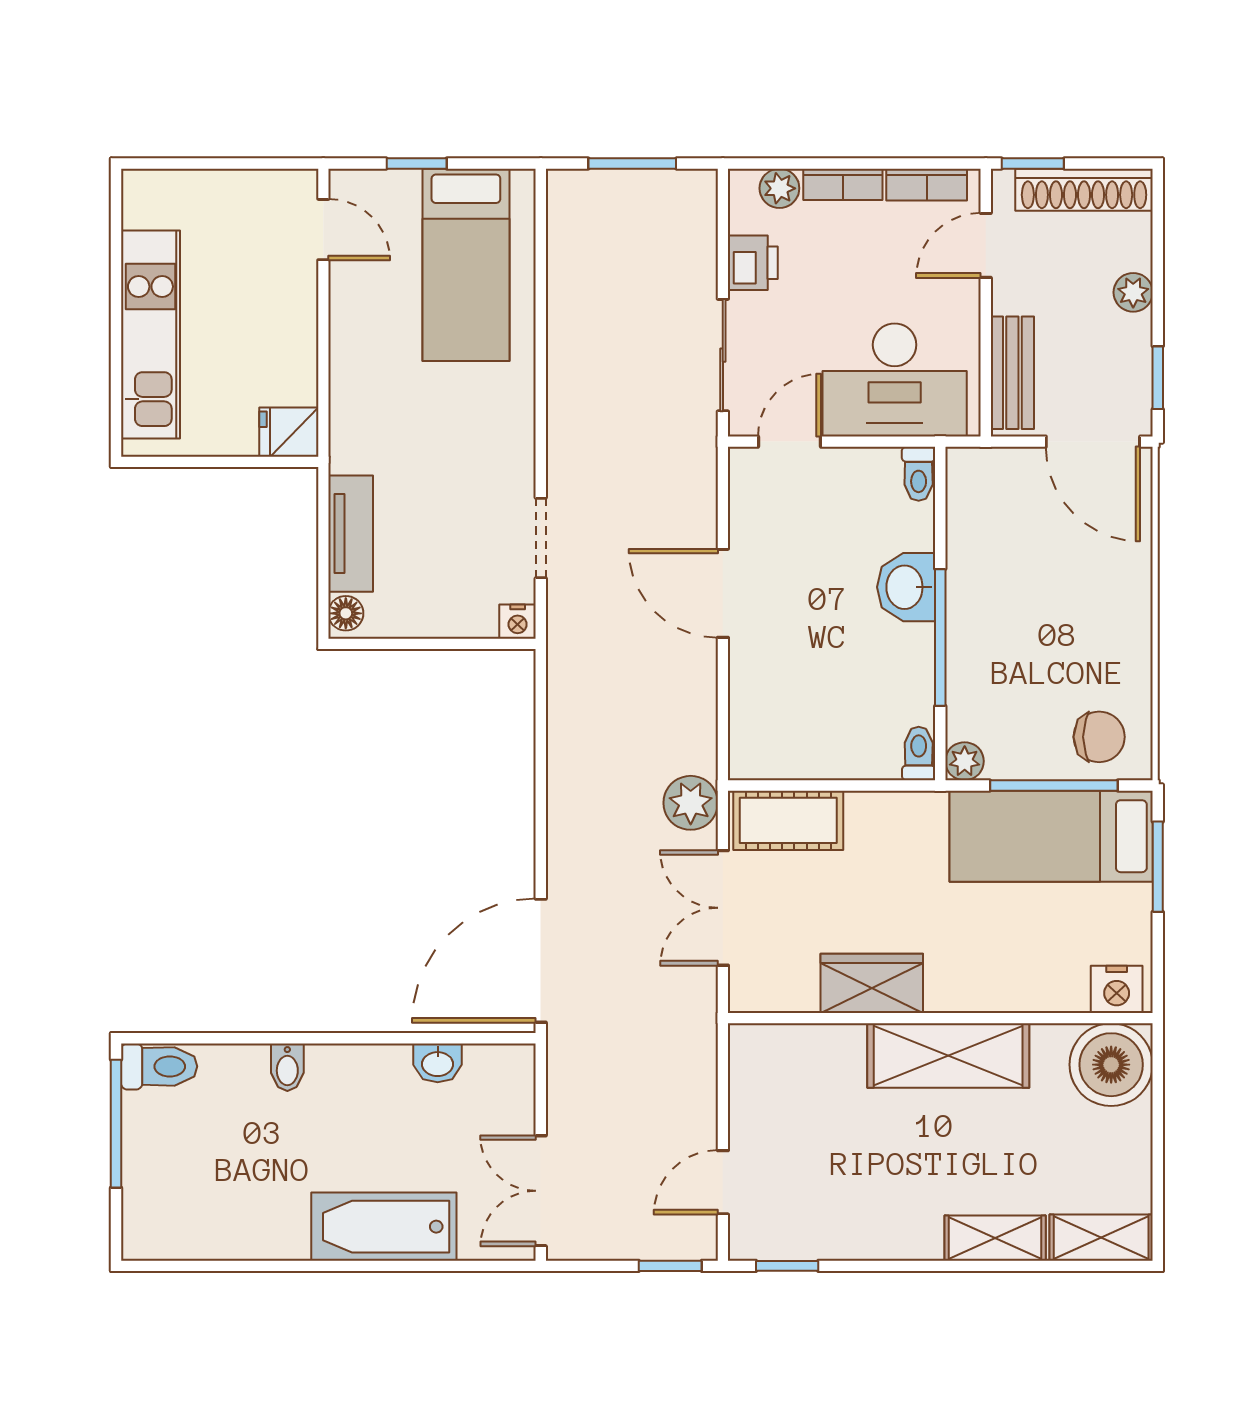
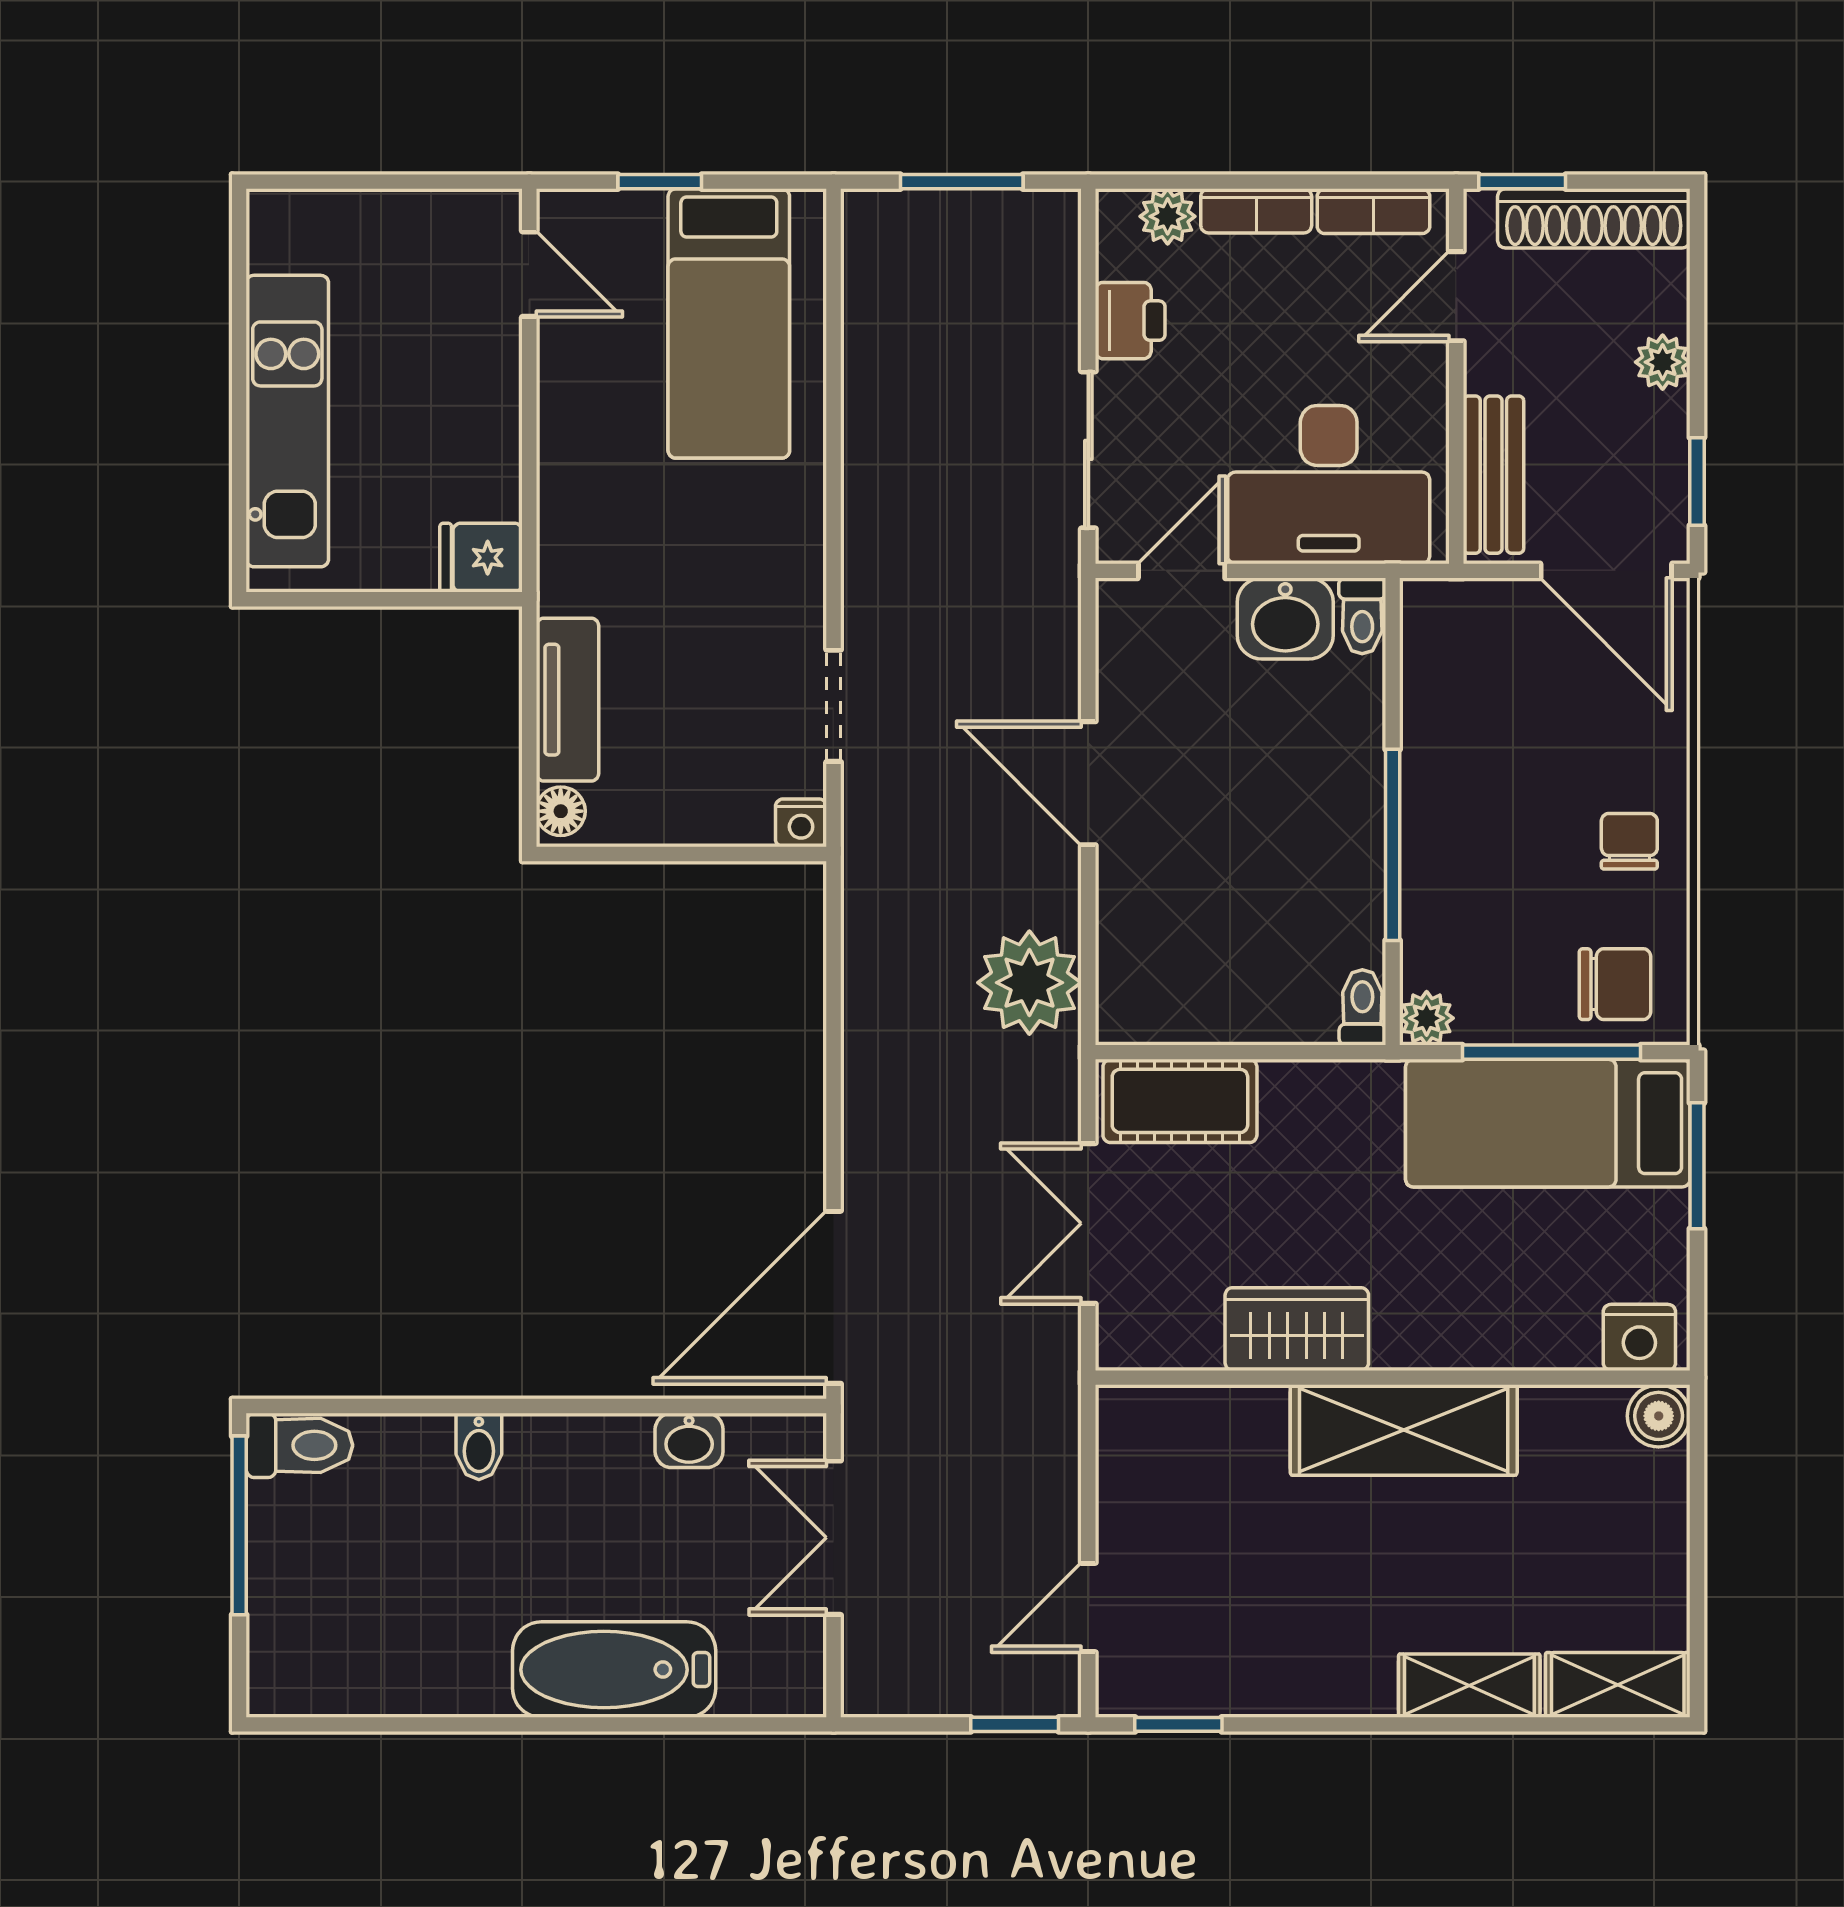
washbasin: (906, 587) -> (1285, 619), moved, turned -90
chair: (1109, 635) -> (1629, 841), added
plant: (691, 803) -> (1029, 983), moved, width x1.36, depth x1.36
boiler: (1111, 1065) -> (1659, 1416), width x0.54, depth x0.54
double door: (541, 1191) -> (834, 1538), moved

